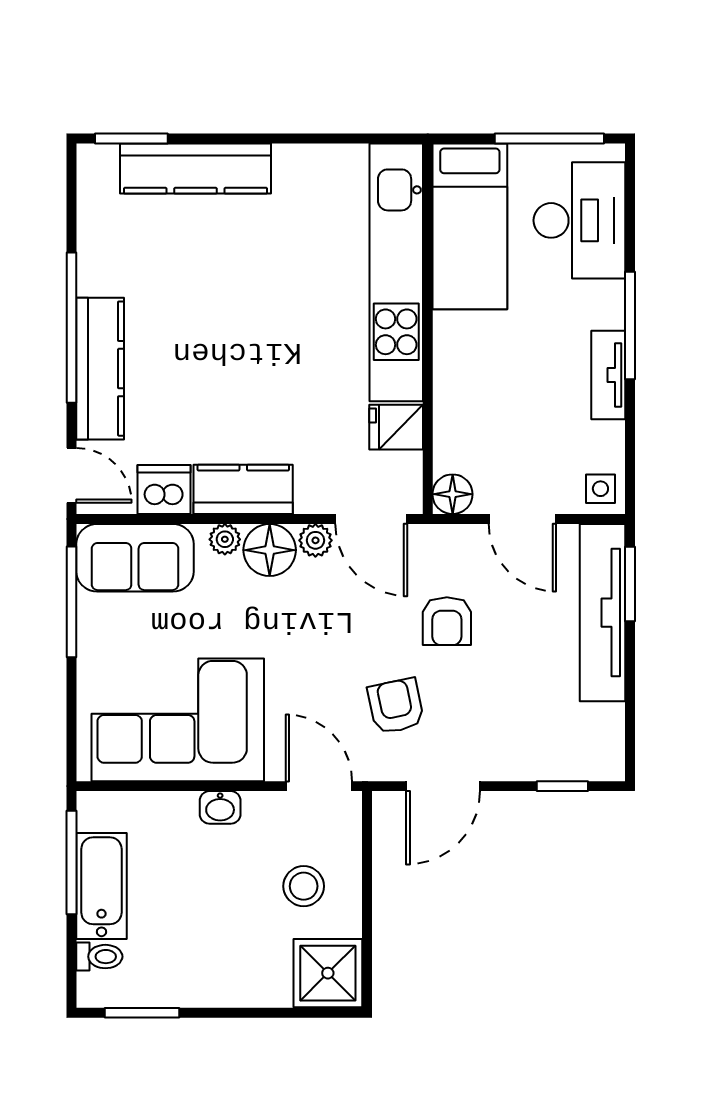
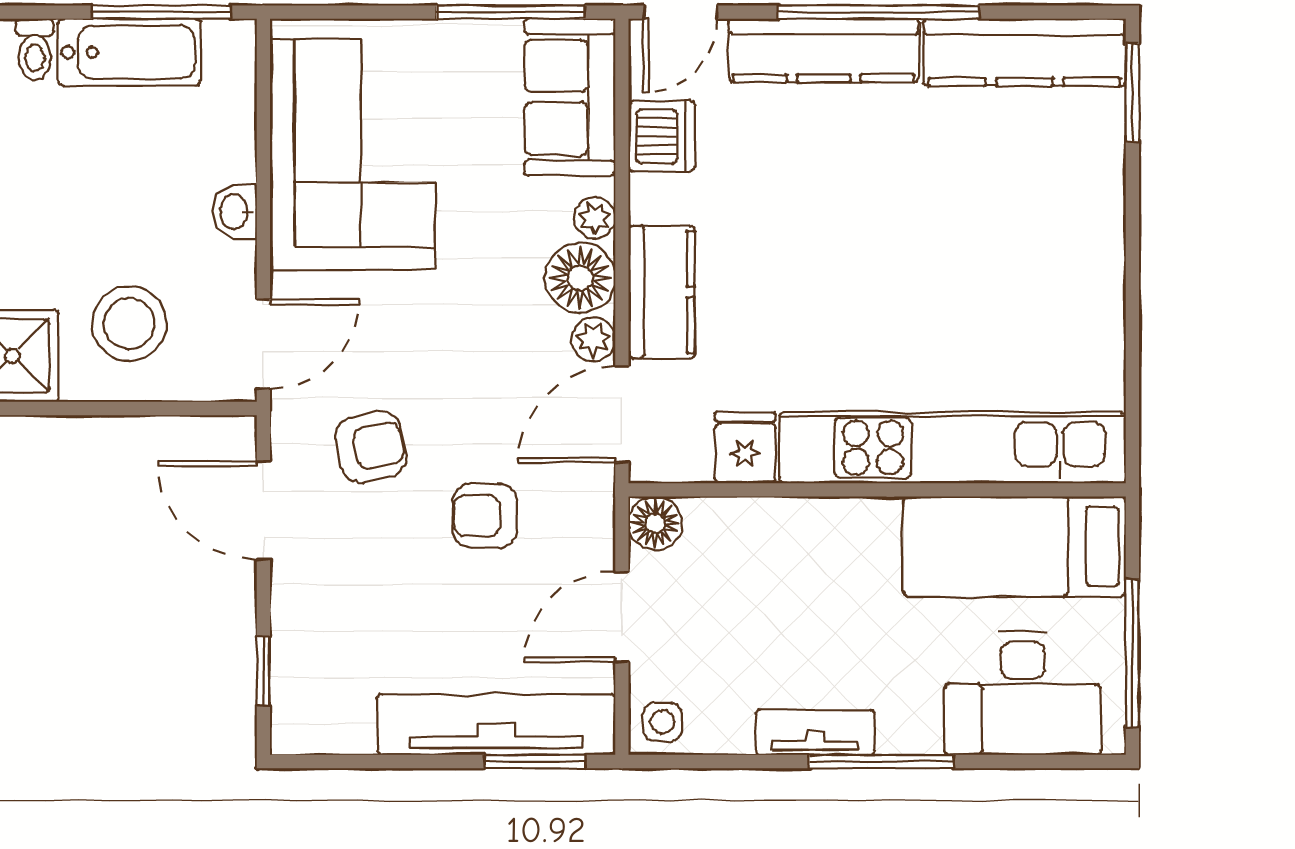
kitchen counter: (195, 169) -> (1025, 52), moved, turned -90
kitchen counter: (243, 489) -> (662, 292), moved
stool: (304, 886) -> (129, 323), width x1.38, depth x1.38

